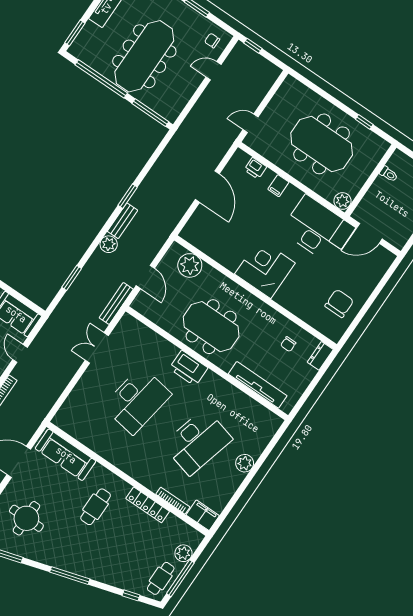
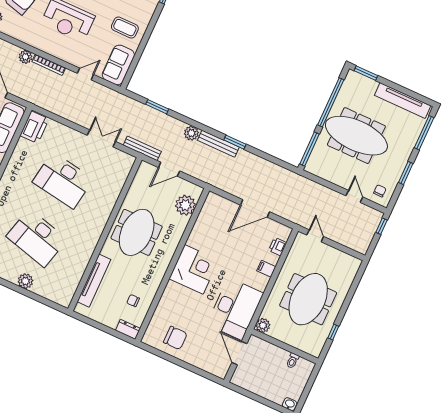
bench: (122, 221) -> (218, 144), width x1.36
printer: (188, 368) -> (34, 127), moved, turned 180

